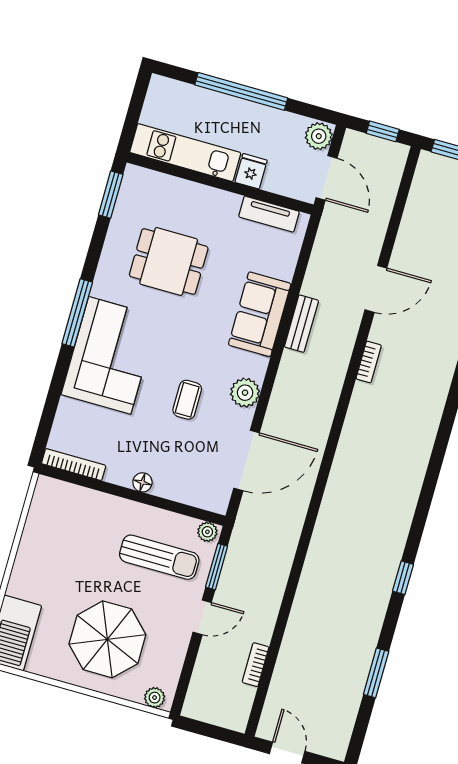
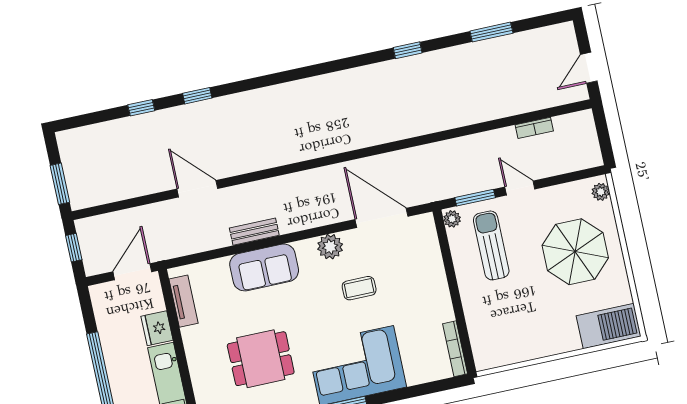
plant: (319, 136) -> (103, 295), removed
fridge: (251, 171) -> (157, 328), width x1.38
dining table: (169, 262) -> (261, 359), turned 90
bookcase: (369, 362) -> (256, 164), removed
floor lamp: (142, 482) -> (441, 289), removed

